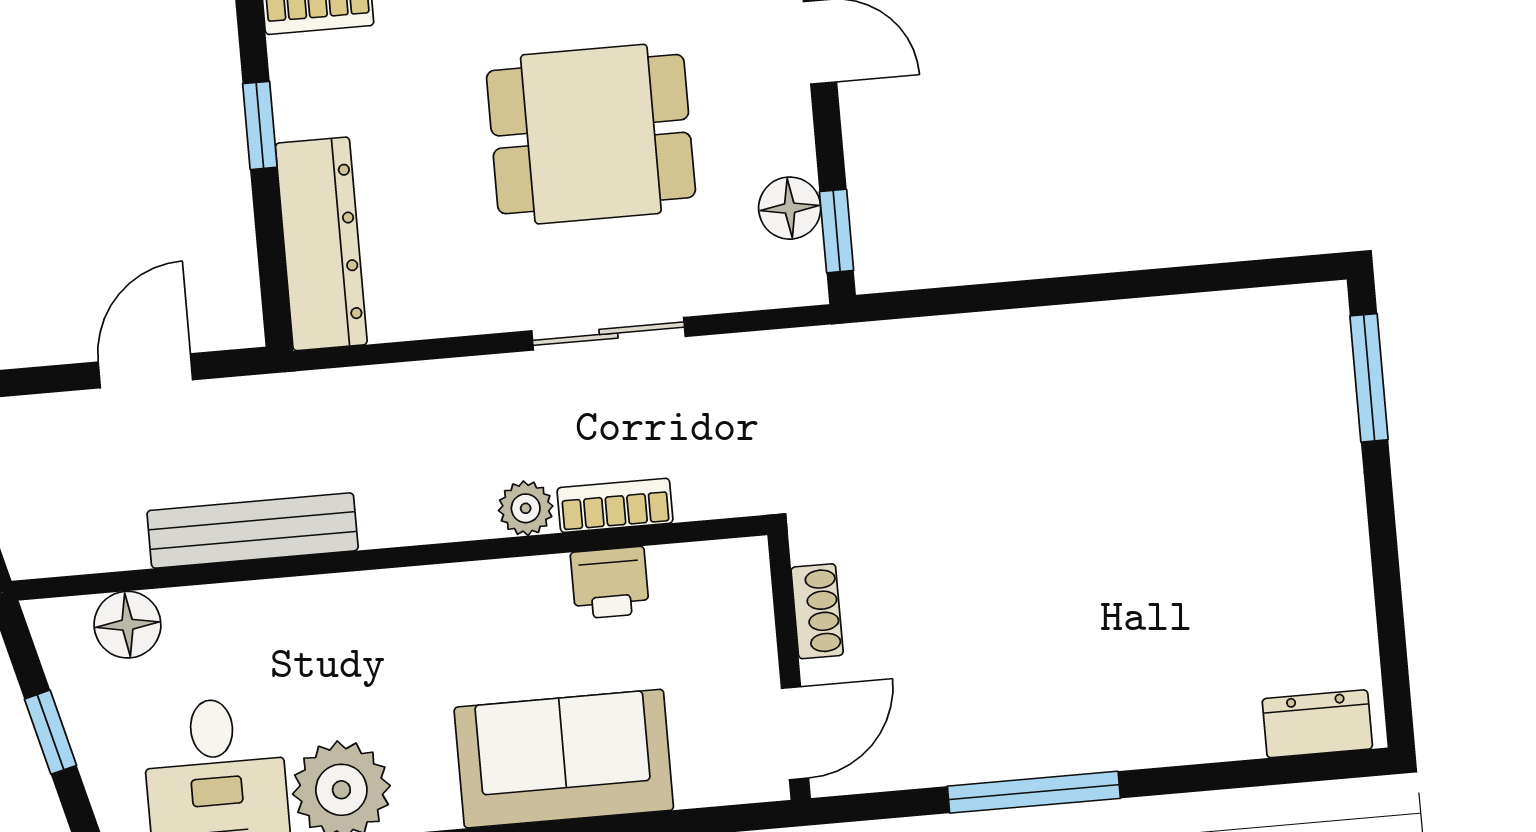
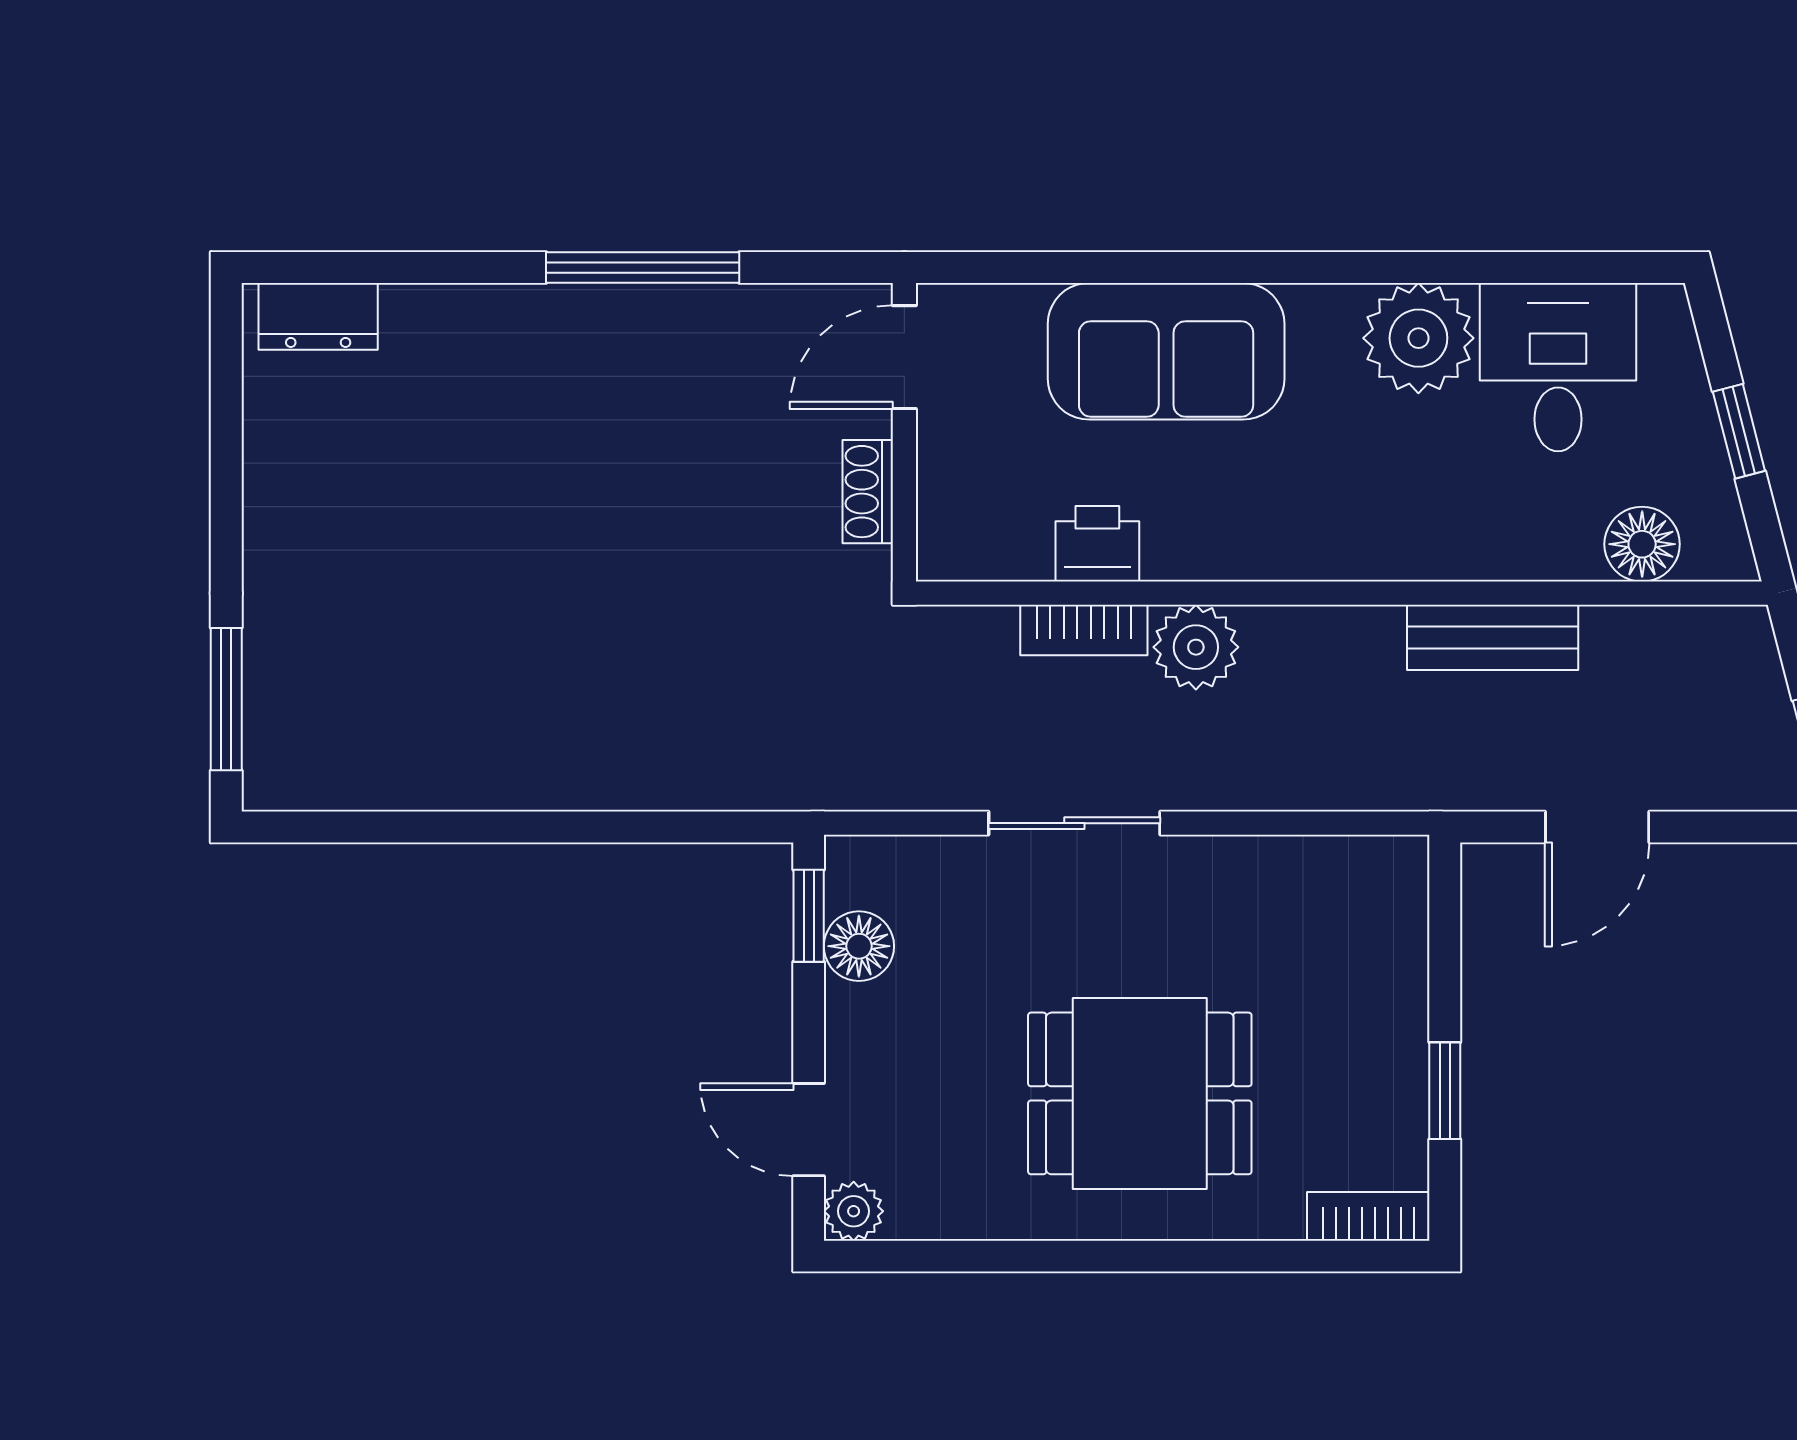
dining table: (591, 134) -> (1140, 1093), moved
dresser: (321, 244) -> (1388, 952), removed
plant: (526, 508) -> (1196, 647), width x1.38, depth x1.38
bench: (253, 531) -> (1493, 637), width x0.73

